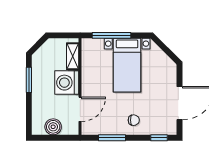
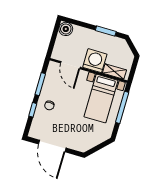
bed with nightstands: (127, 65) -> (101, 99), moved, turned -90
boiler: (53, 127) -> (66, 29), moved
window: (159, 138) -> (33, 110), moved

